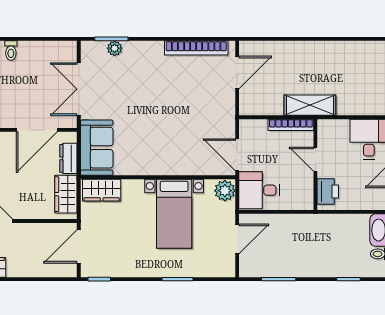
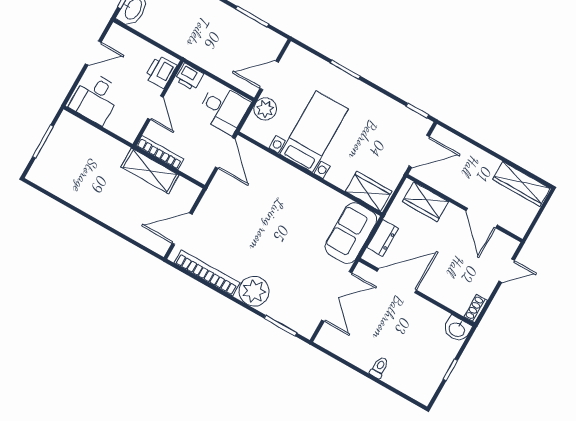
plant: (115, 48) -> (254, 291), moved, width x1.87, depth x1.87
shelving: (310, 105) -> (150, 171), moved
plant: (225, 191) -> (265, 109), moved
wardrobe: (66, 194) -> (425, 202), moved, turned 90
printer: (302, 200) -> (189, 77), added

